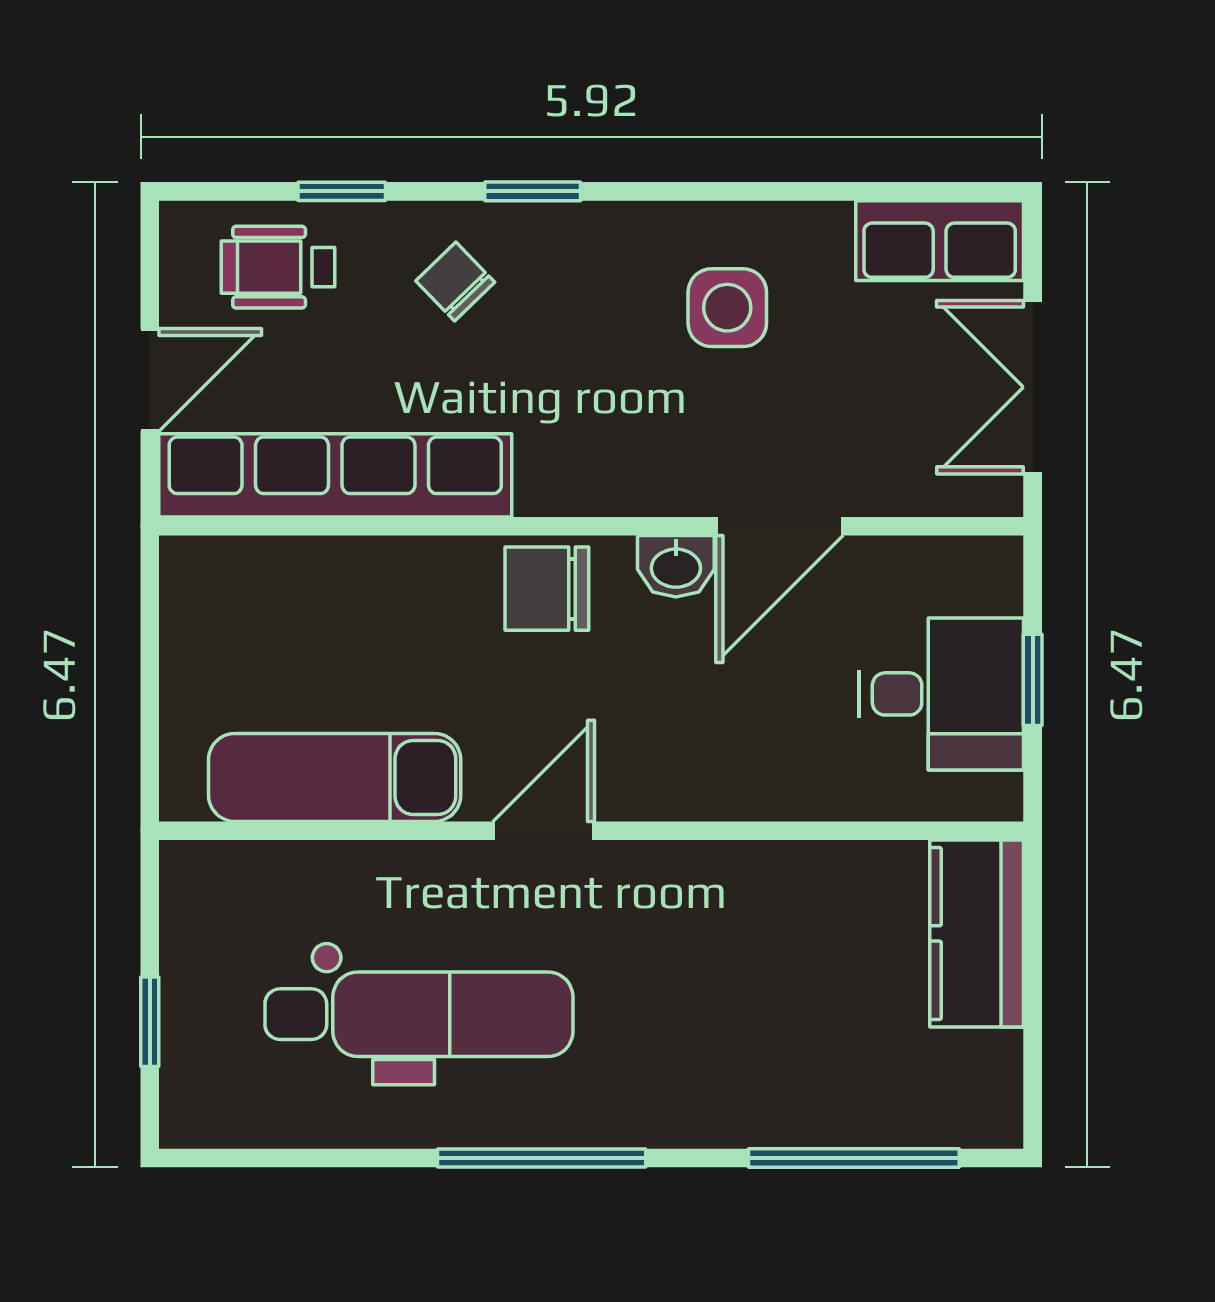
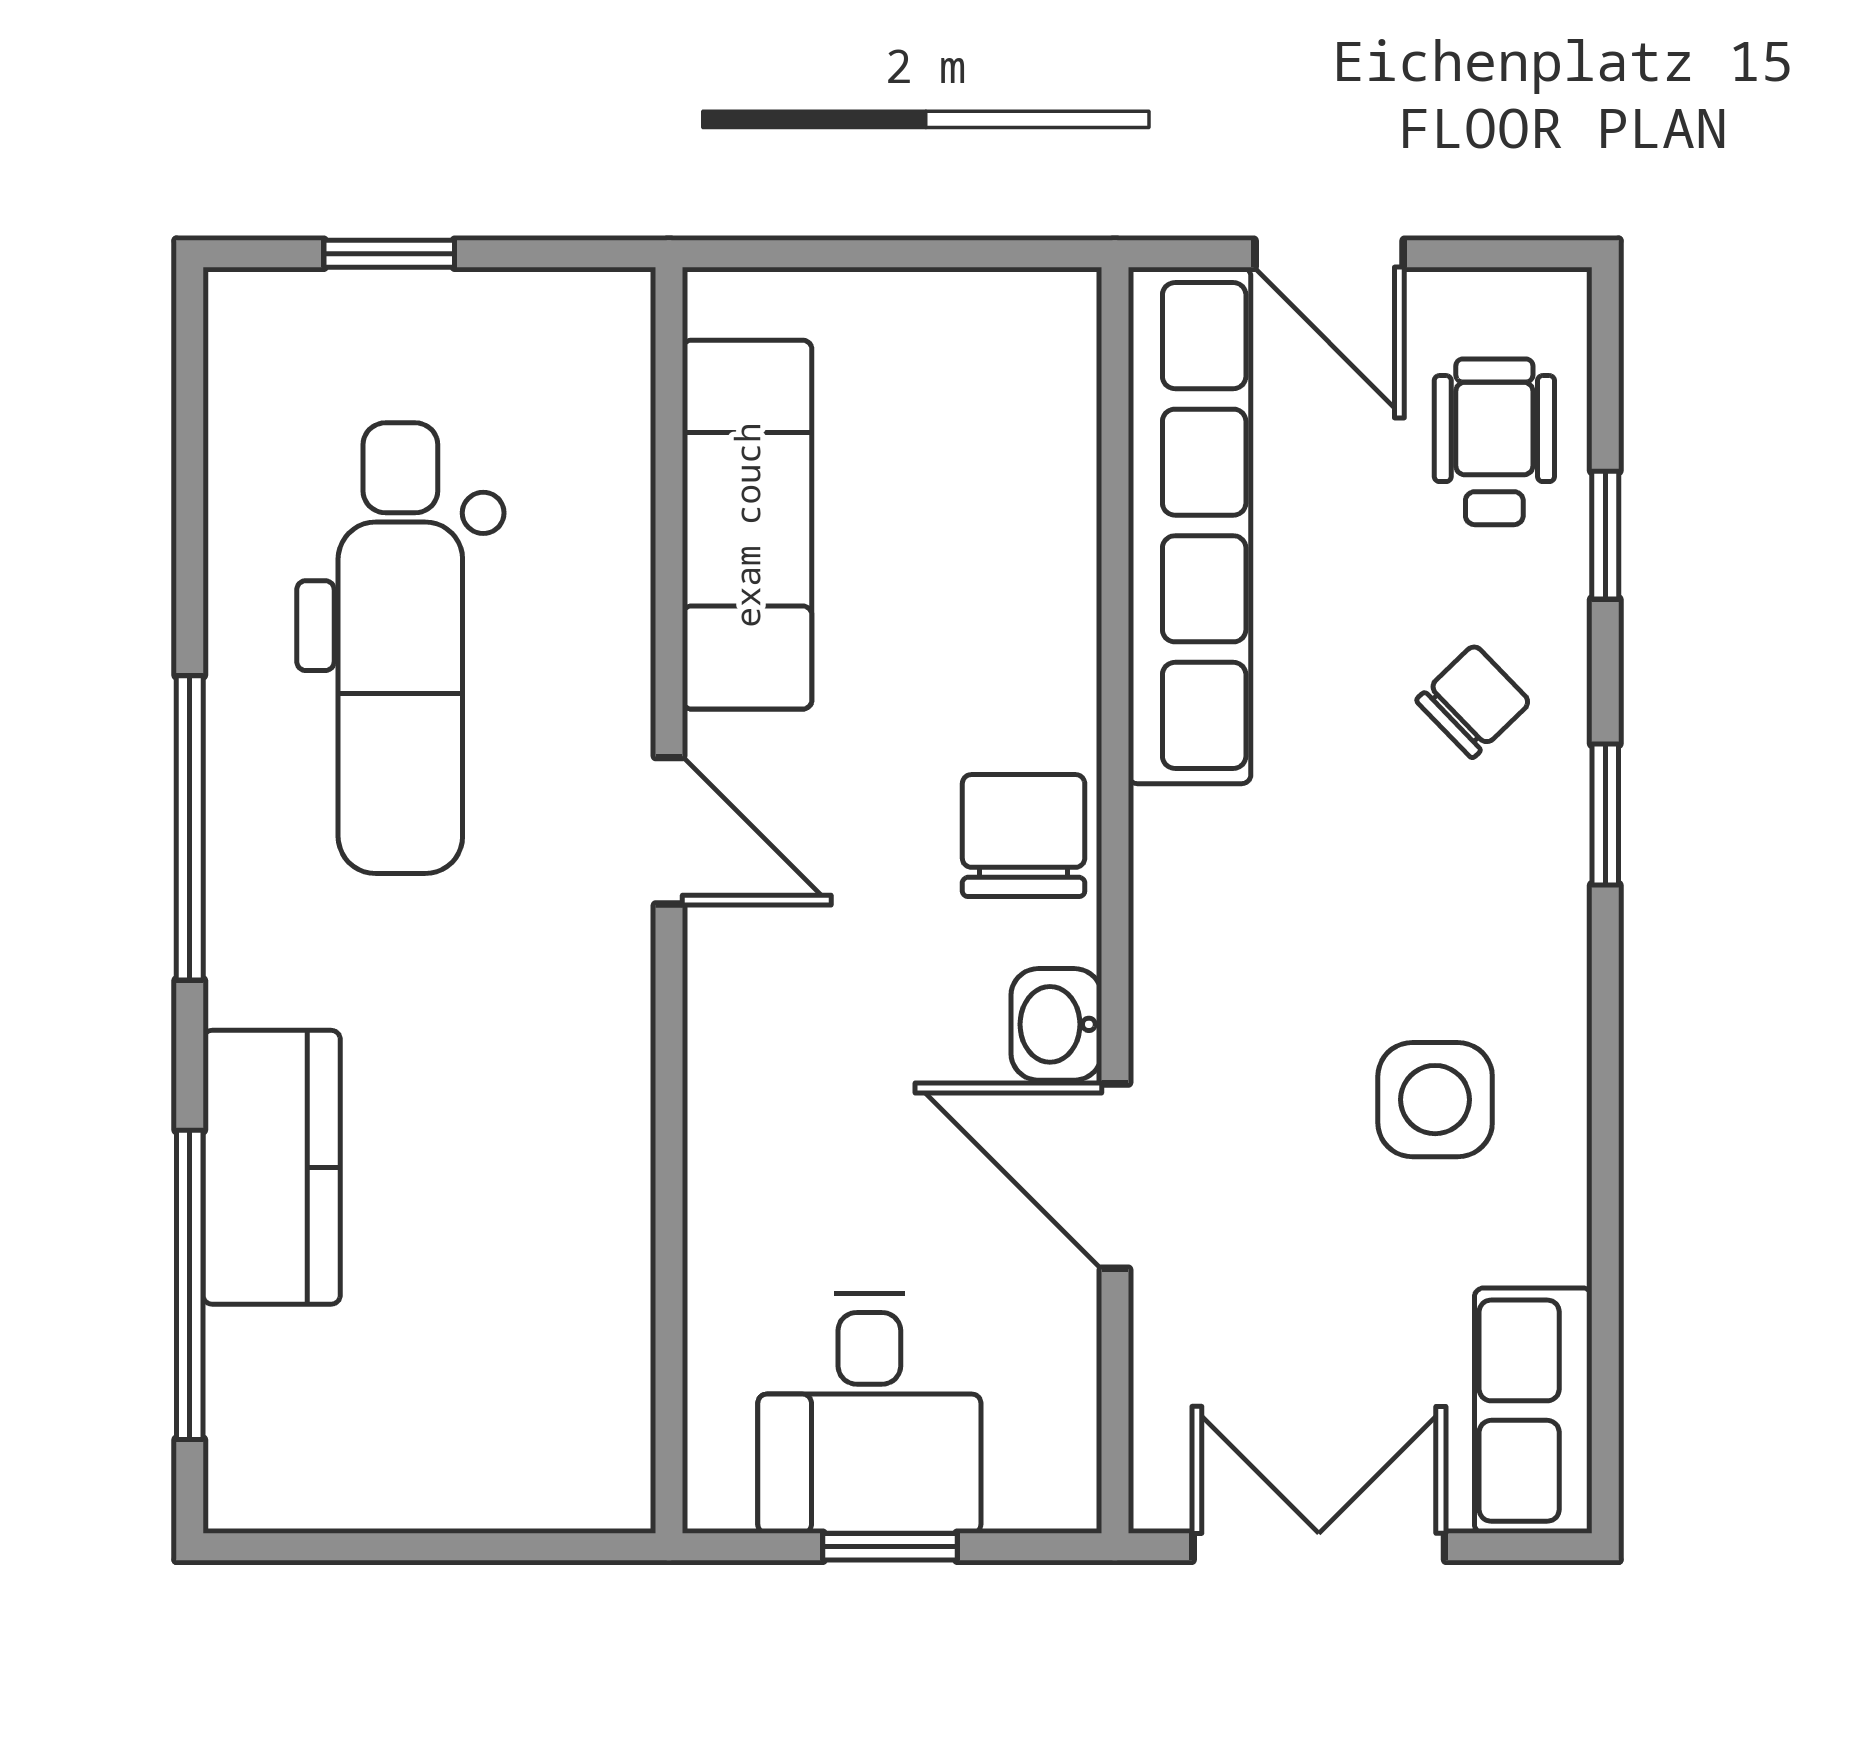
kitchen counter: (977, 933) -> (272, 1167), moved, turned 90

